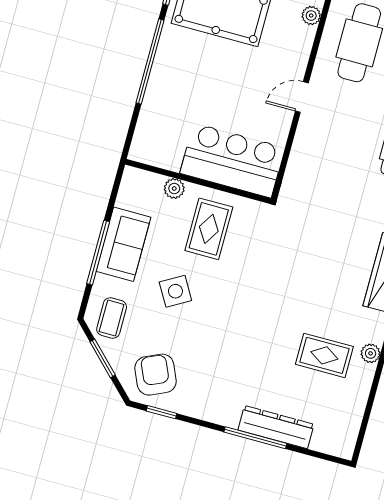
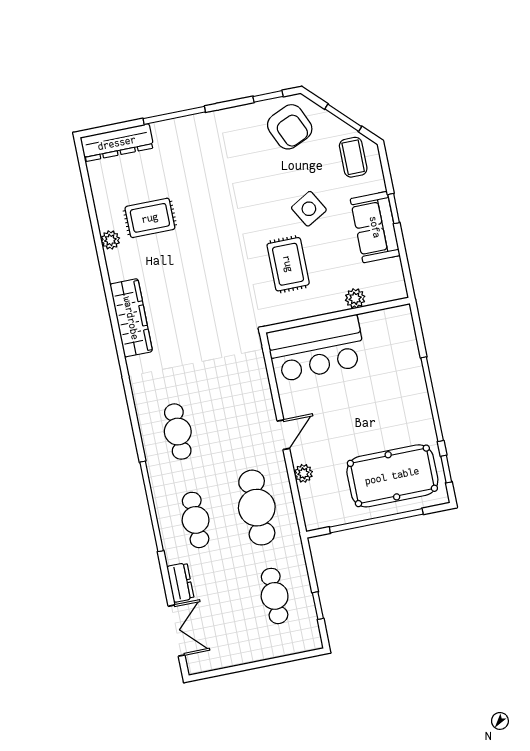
plant: (311, 16) -> (303, 473), moved
rug: (209, 229) -> (288, 264), moved
window: (98, 253) -> (394, 209), width x0.46
dresser: (276, 427) -> (117, 143), moved

